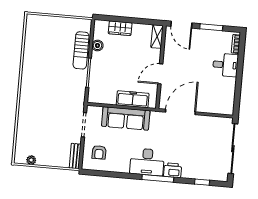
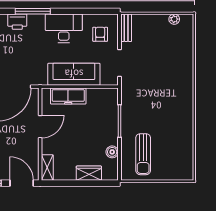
sun lounger: (81, 50) -> (143, 154), moved, turned 180
desk: (147, 162) -> (64, 28), moved

